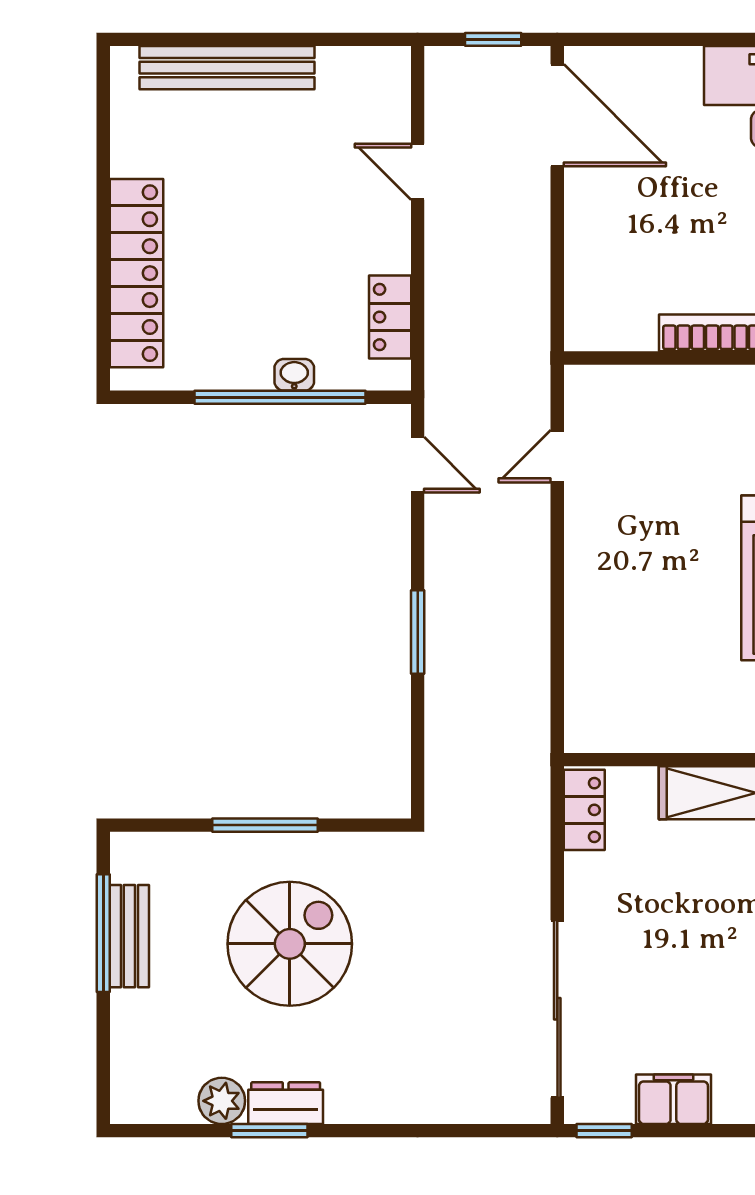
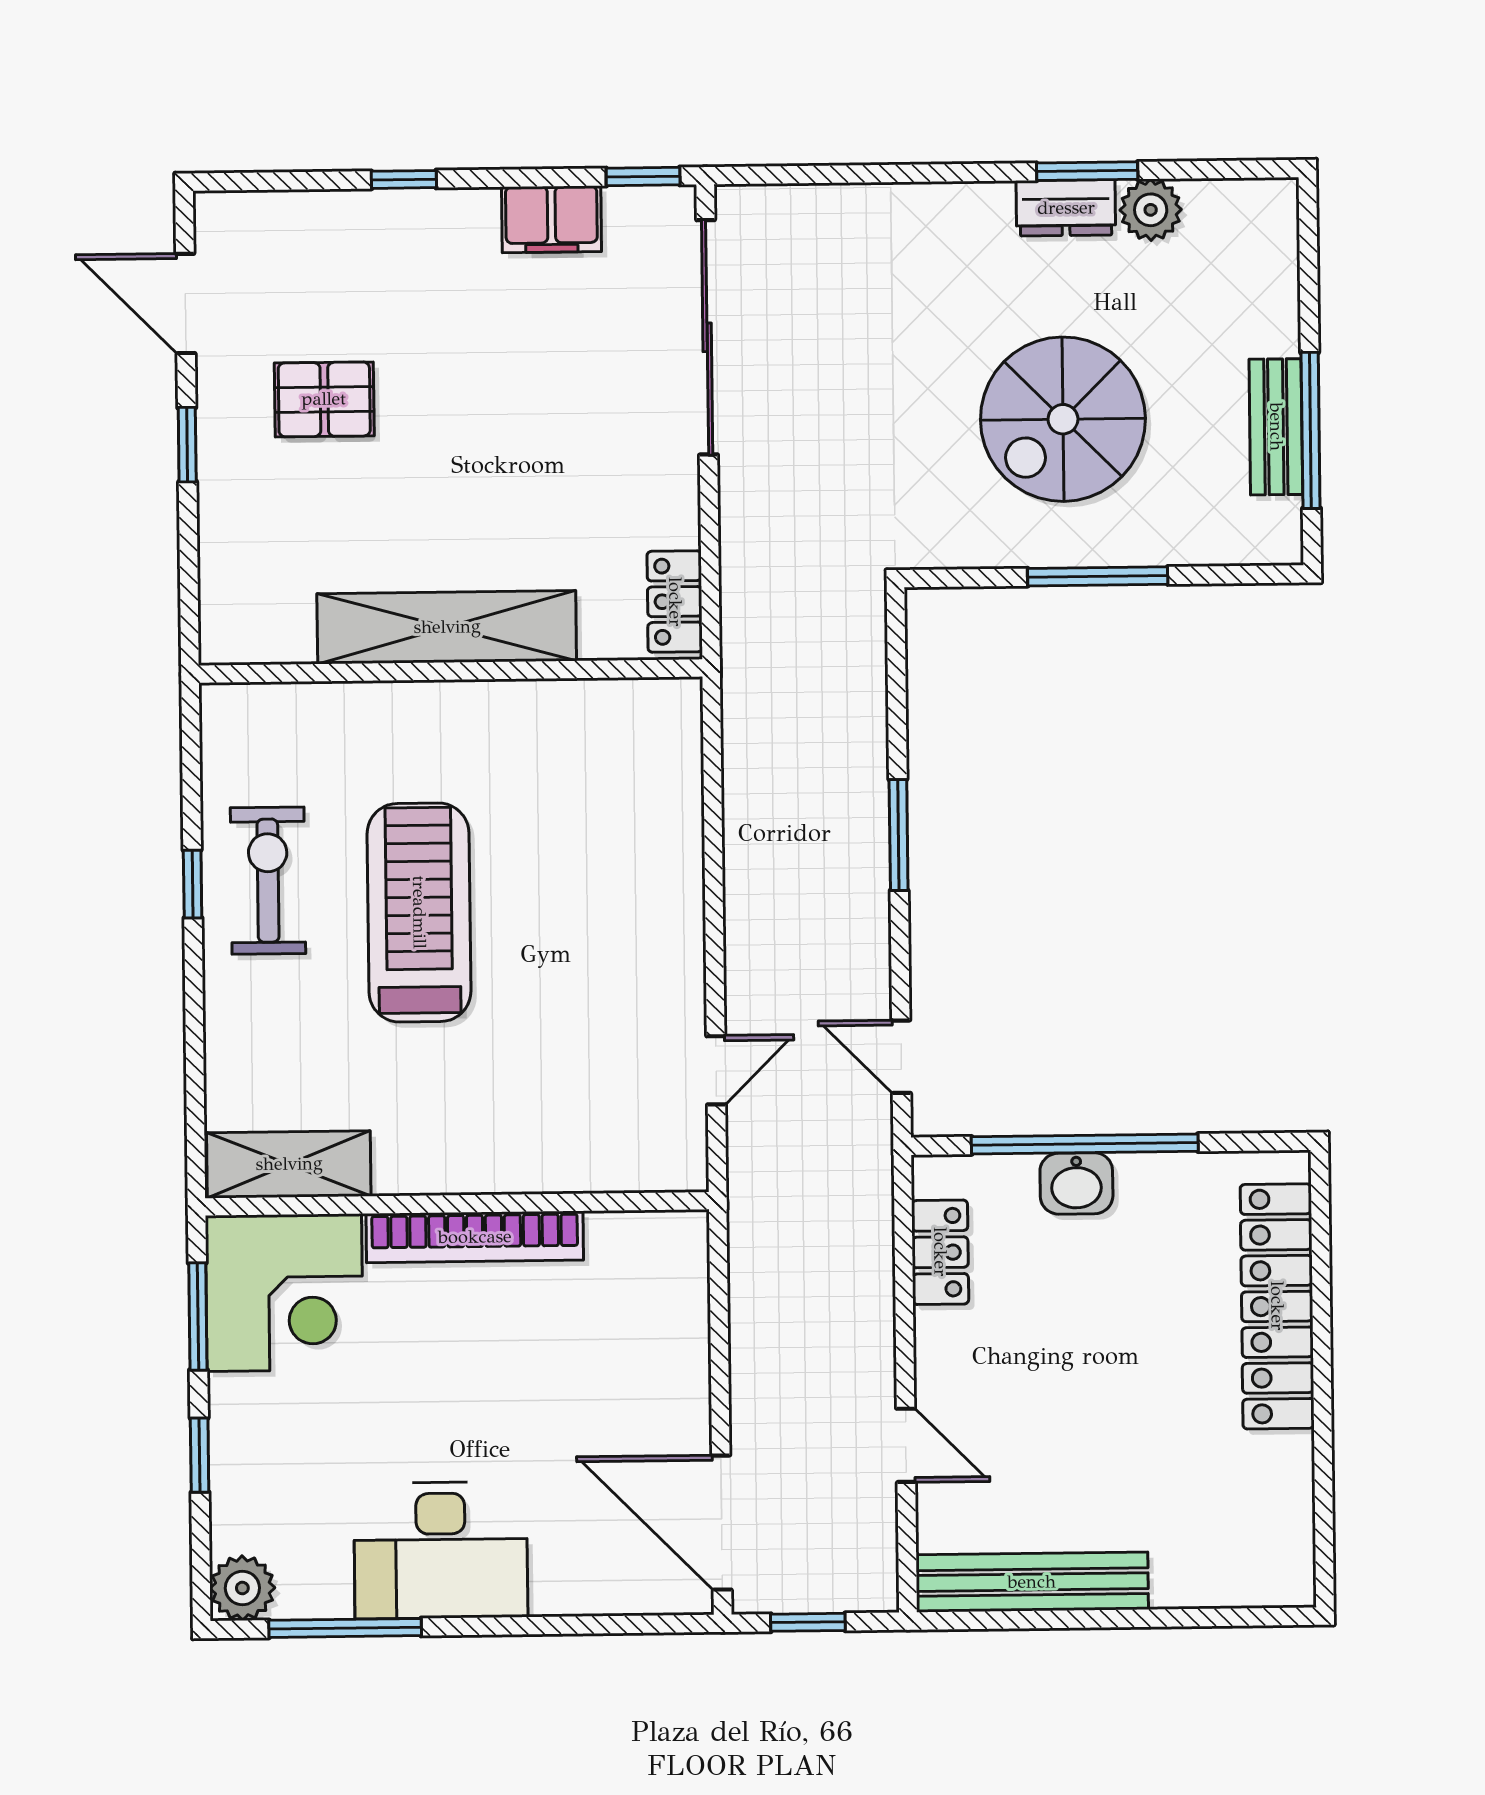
bench: (227, 68) -> (1032, 1582), moved
washbasin: (294, 375) -> (1076, 1183), width x1.38, depth x1.45

